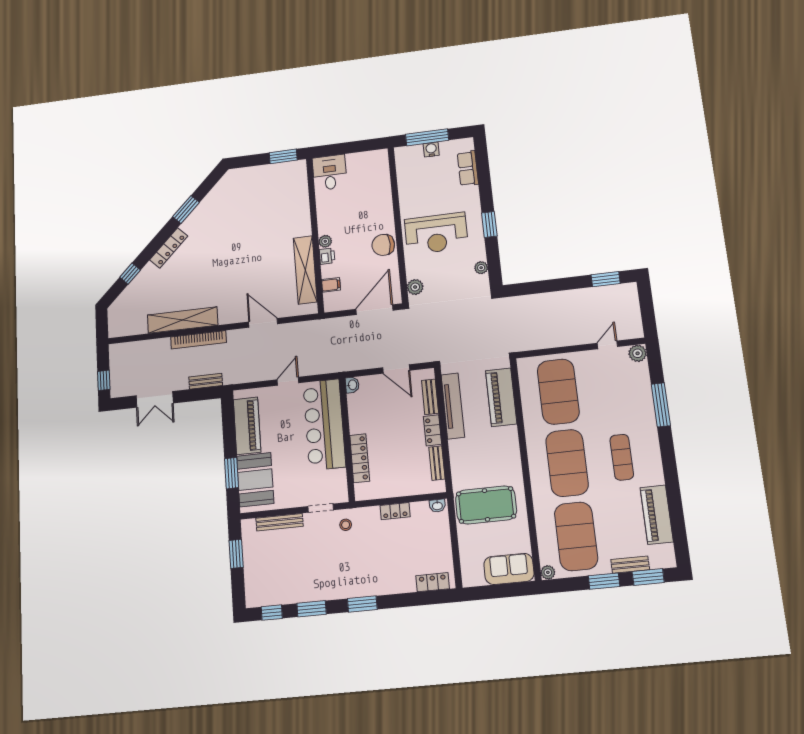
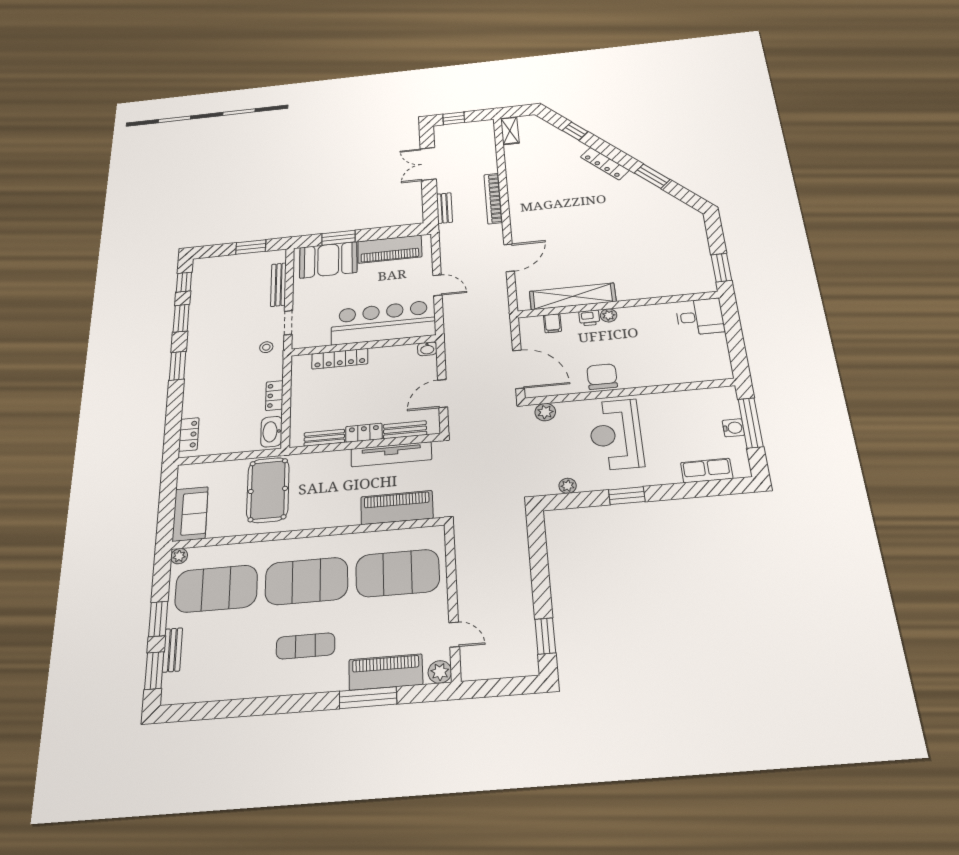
shelving: (183, 320) -> (510, 131), moved, width x0.45, depth x0.75
washbasin: (437, 506) -> (271, 432), width x1.91, depth x1.45
piano: (657, 515) -> (386, 672), moved

